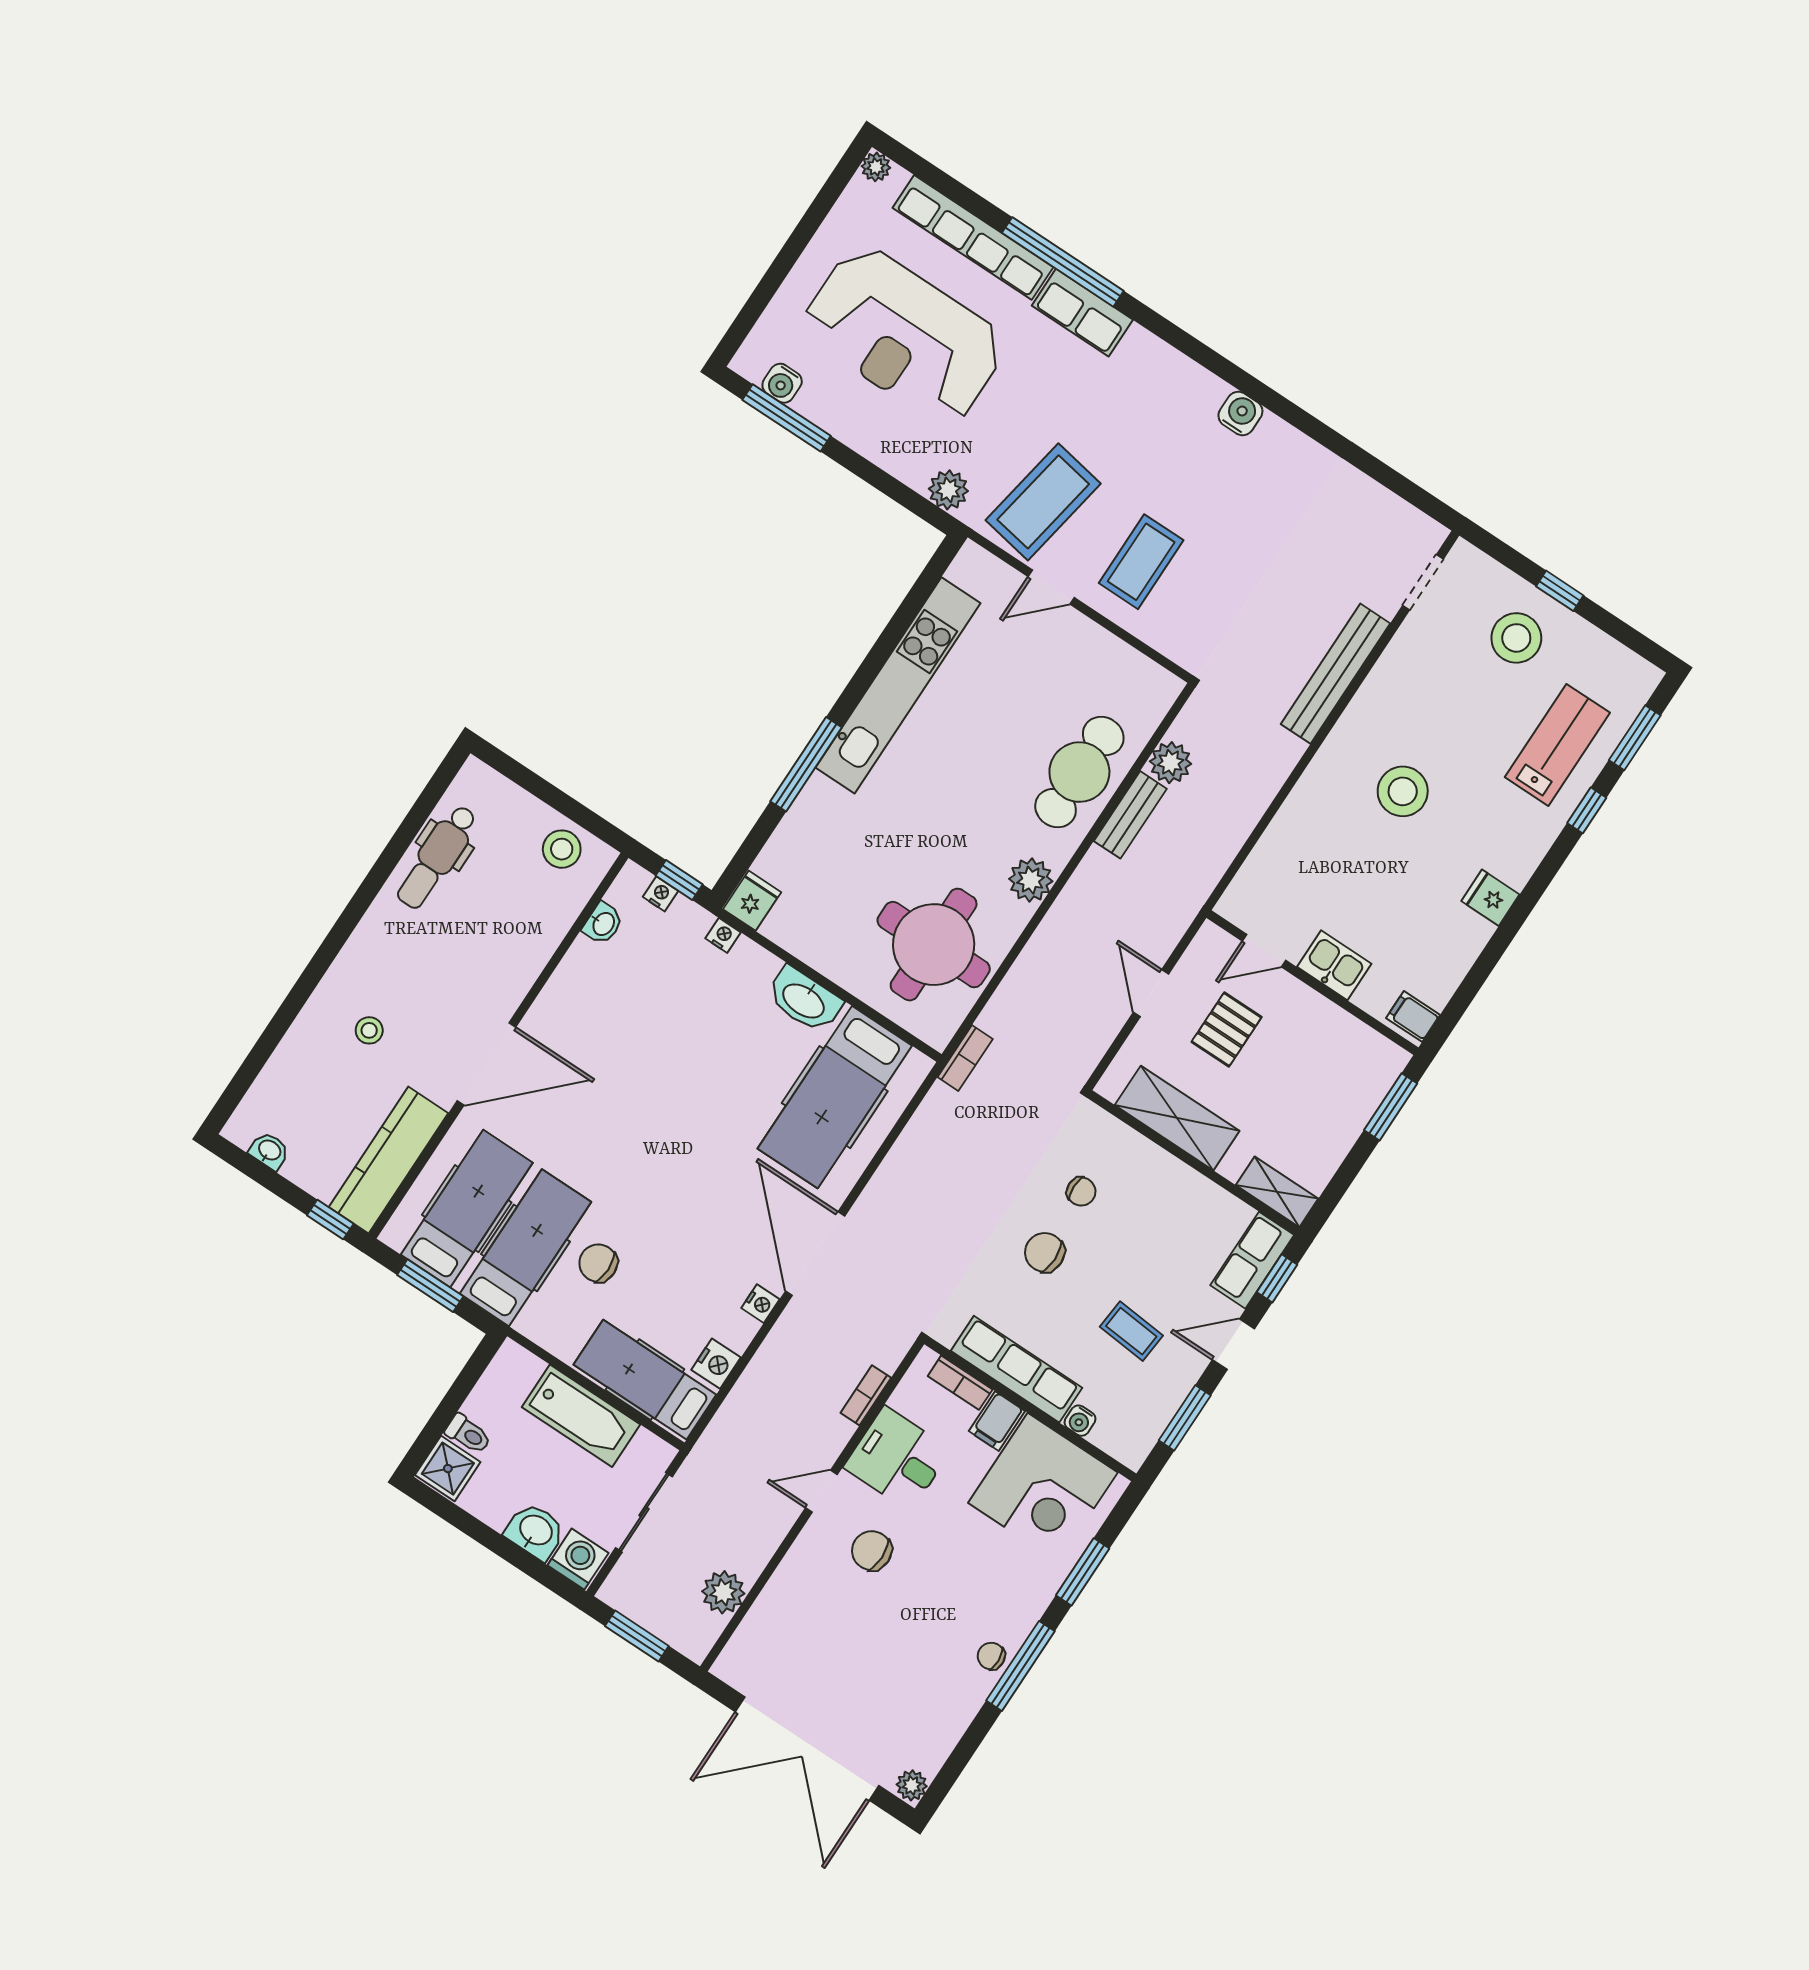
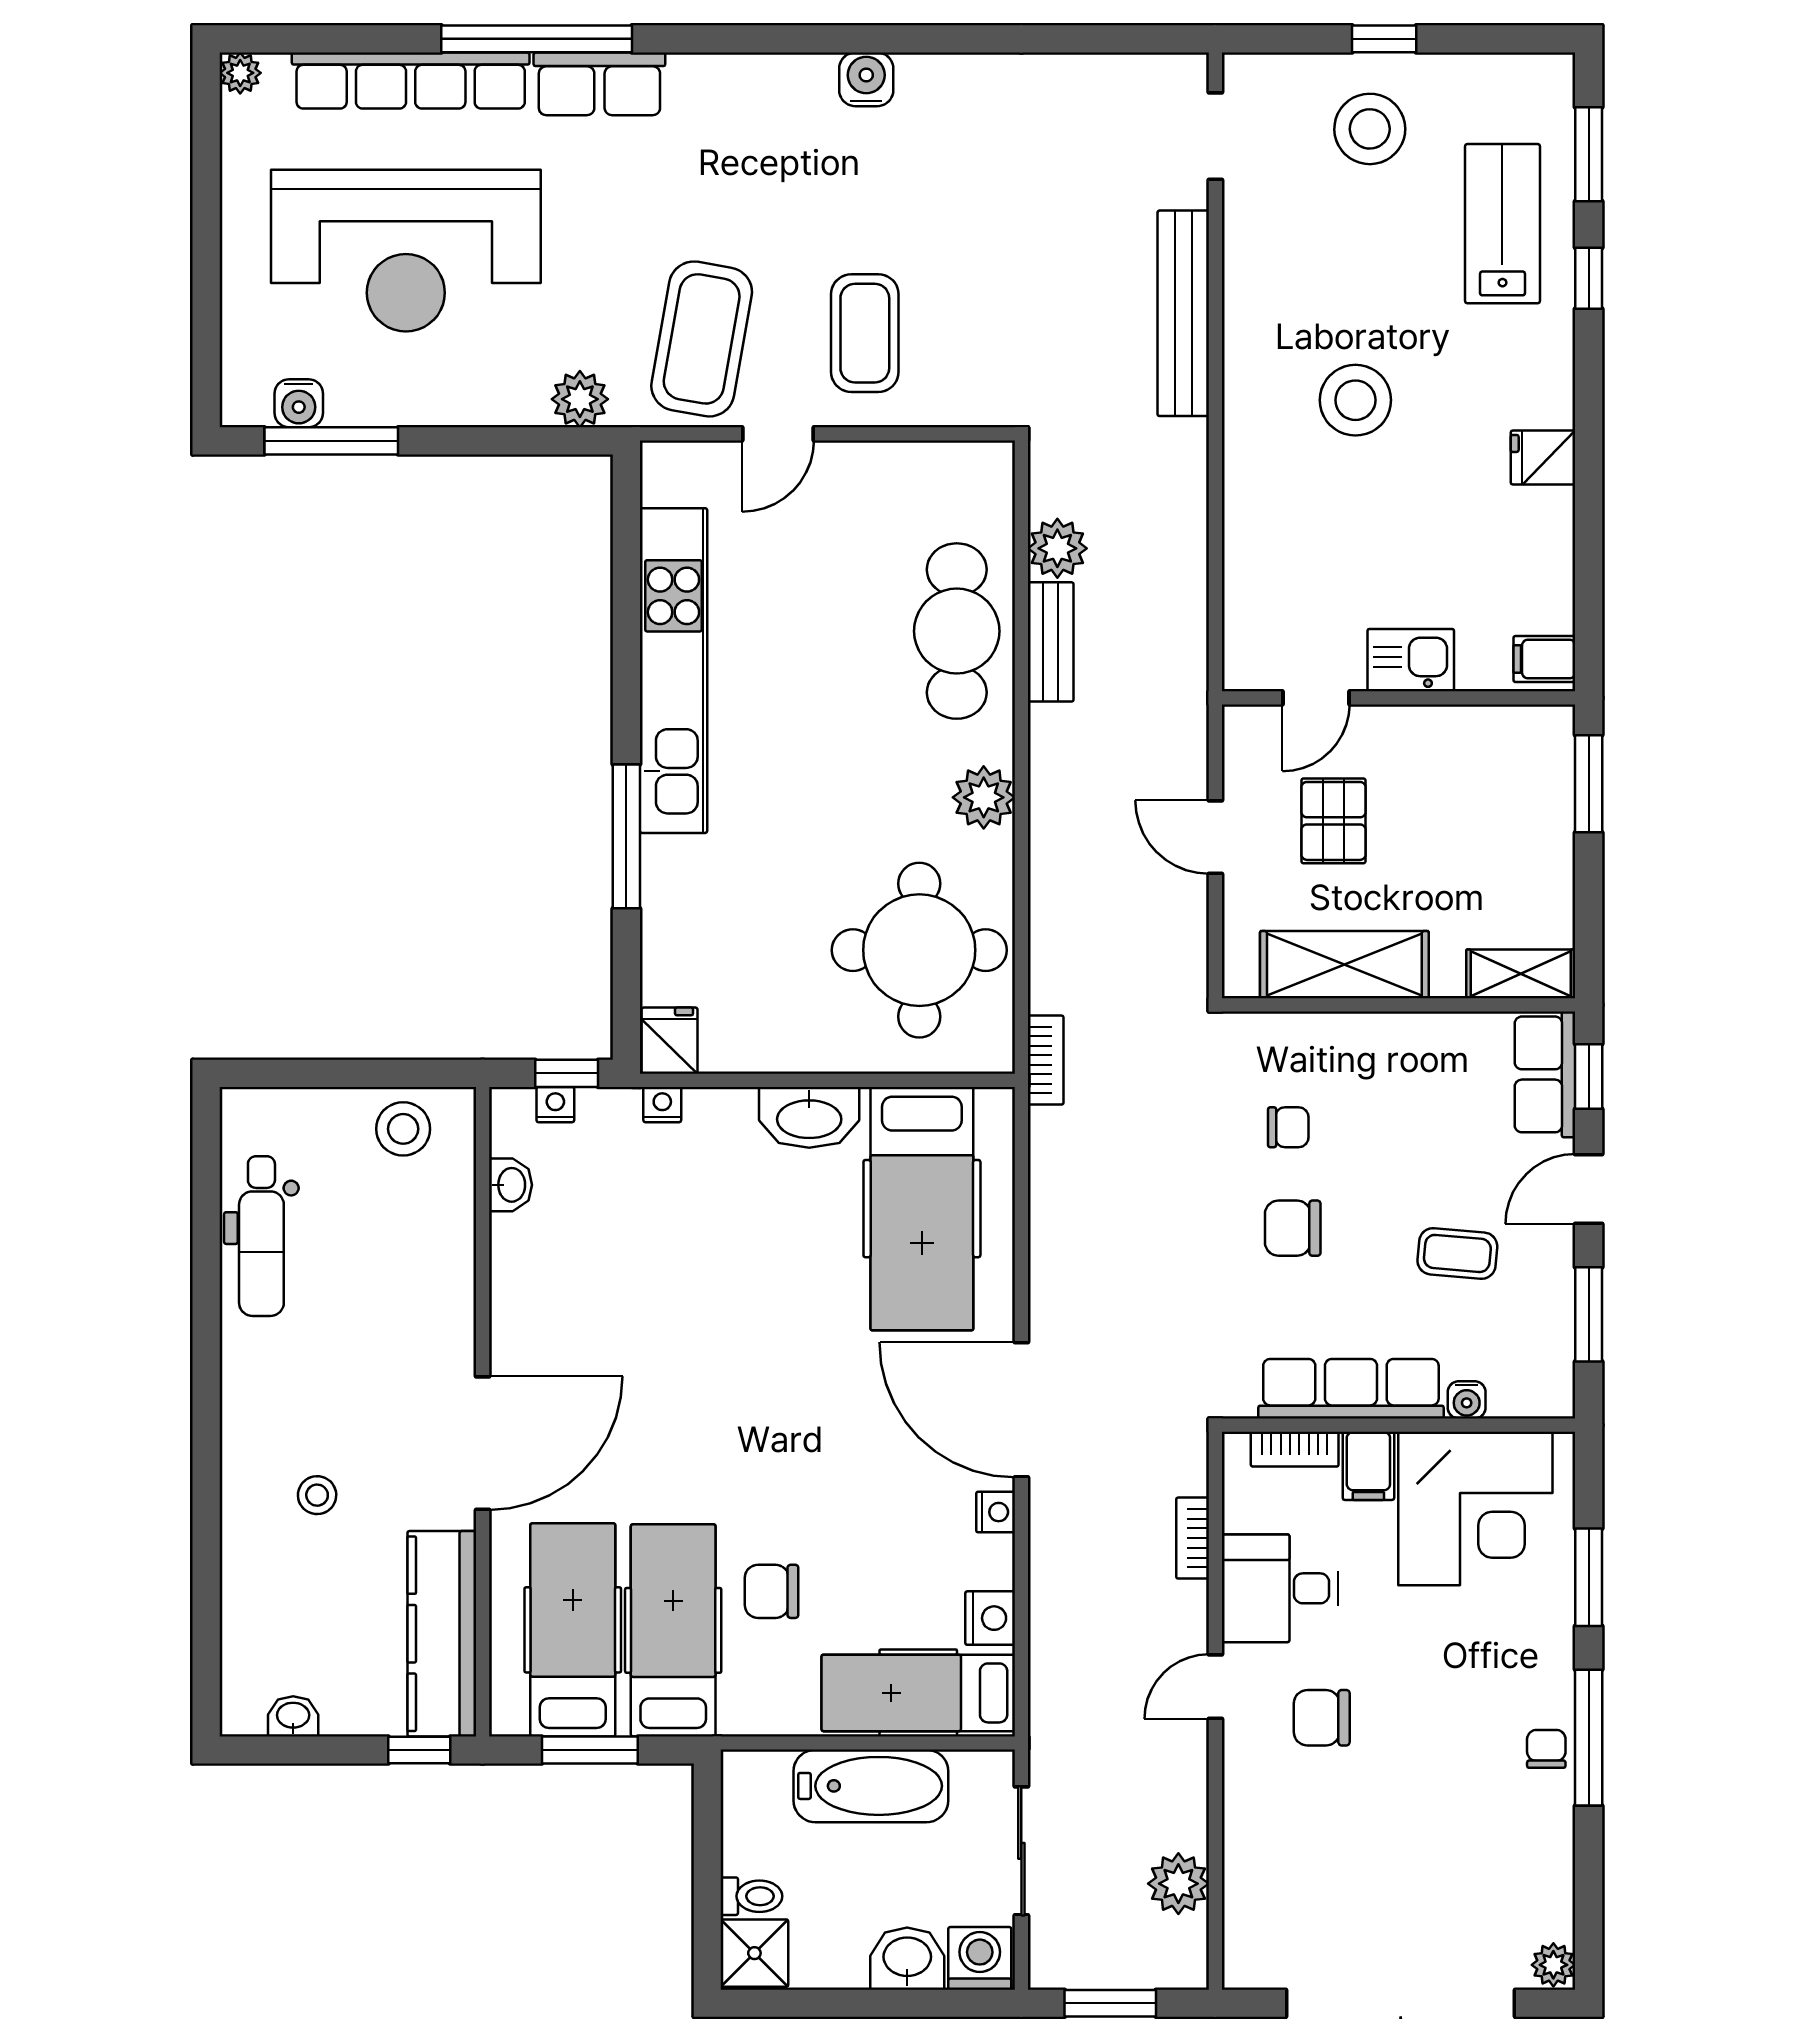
chair: (991, 1656) -> (1546, 1749), turned 94

